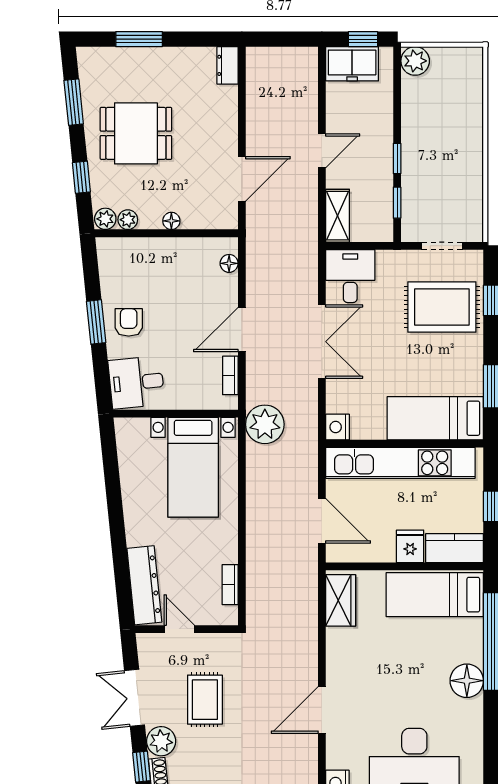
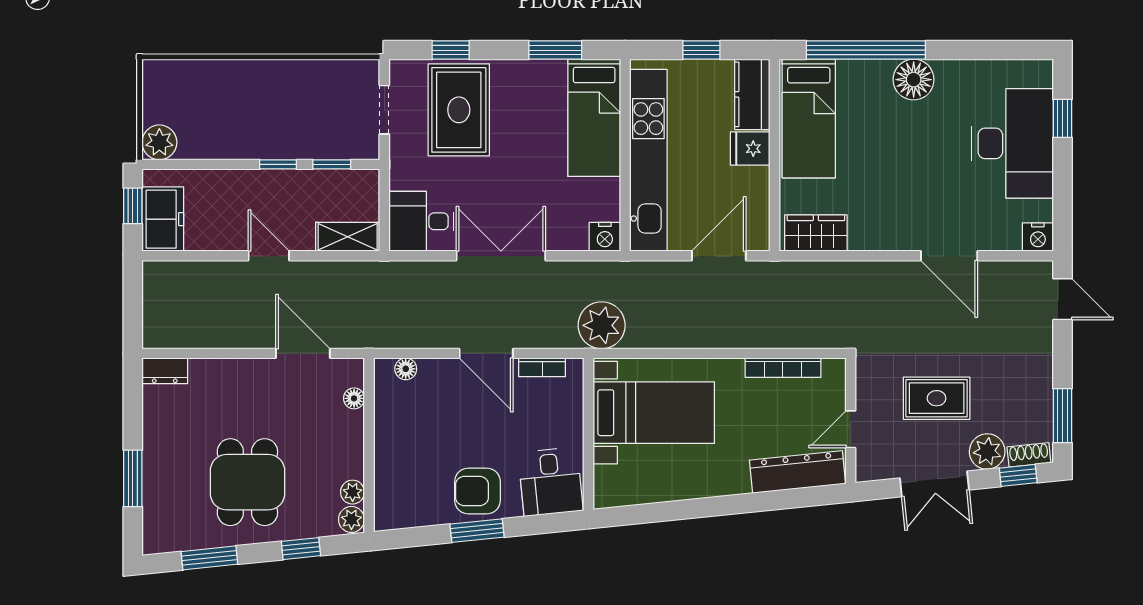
floor lamp: (171, 221) -> (354, 398), moved
armchair: (129, 322) -> (478, 491), width x1.38, depth x1.38
bookcase: (230, 585) -> (783, 368), width x1.56

